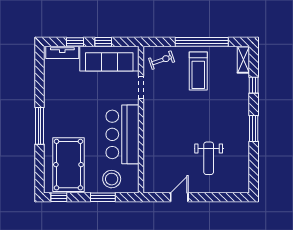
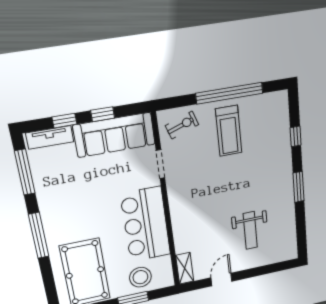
shelving: (243, 60) -> (185, 268), moved
window: (40, 75) -> (25, 172), added

